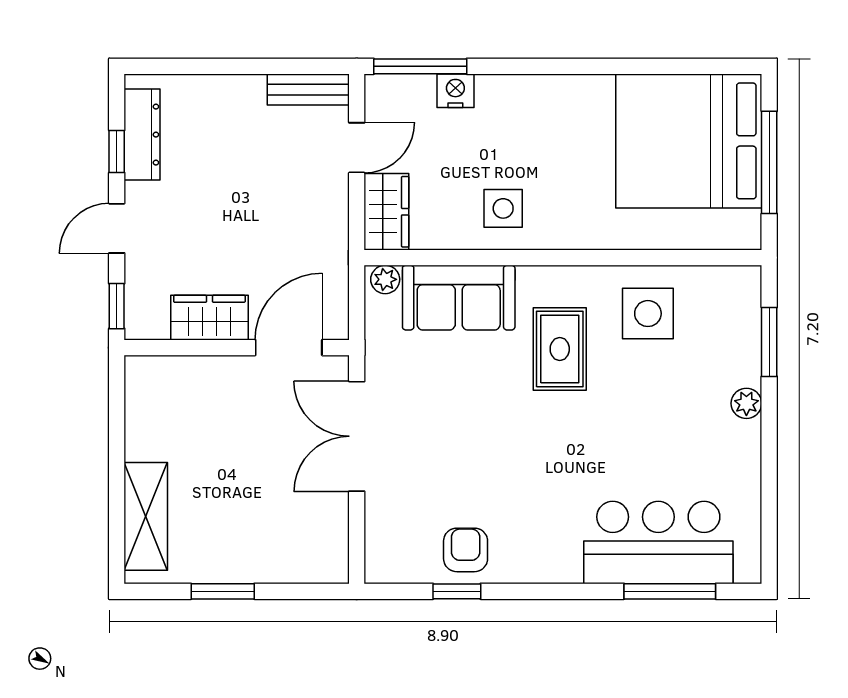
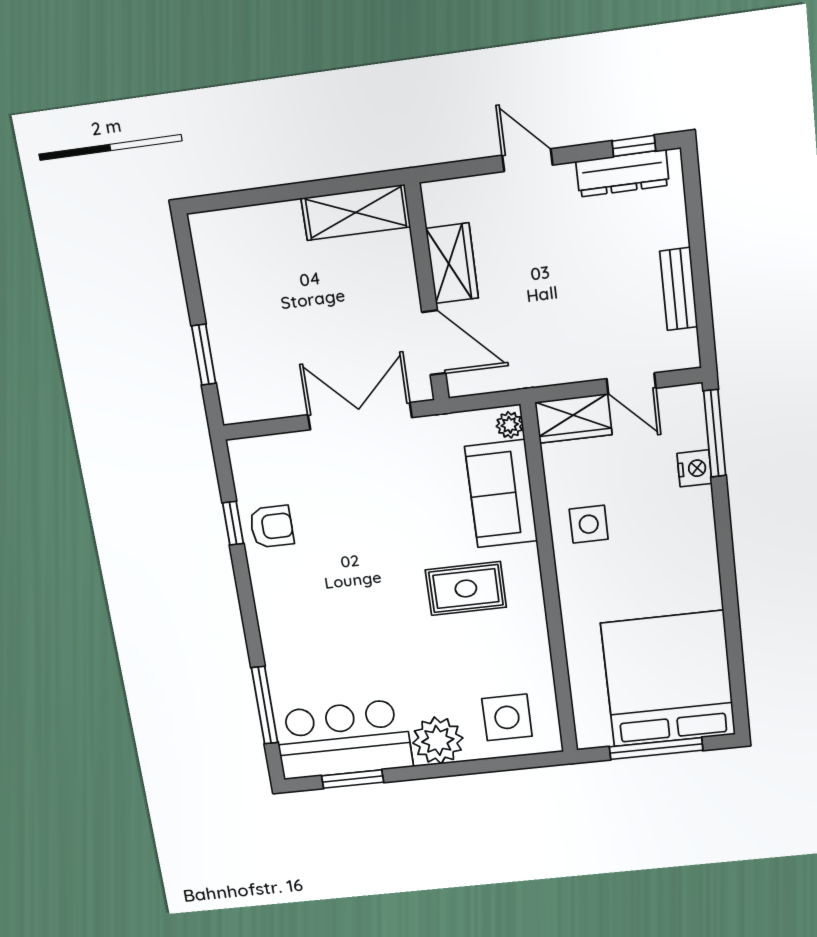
bench: (308, 89) -> (679, 289), moved
window: (117, 151) -> (634, 146), moved
window: (117, 306) -> (451, 170), removed
side table: (648, 314) -> (507, 717), moved
window: (769, 342) -> (353, 779), moved
plant: (746, 403) -> (438, 740), width x1.88, depth x1.88
shelving: (146, 516) -> (356, 213), moved
bar counter: (658, 543) -> (343, 739), moved, turned -90
window: (223, 591) -> (204, 355), moved

